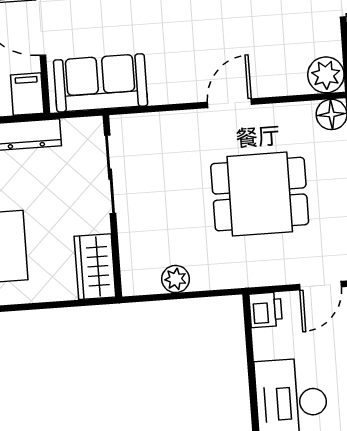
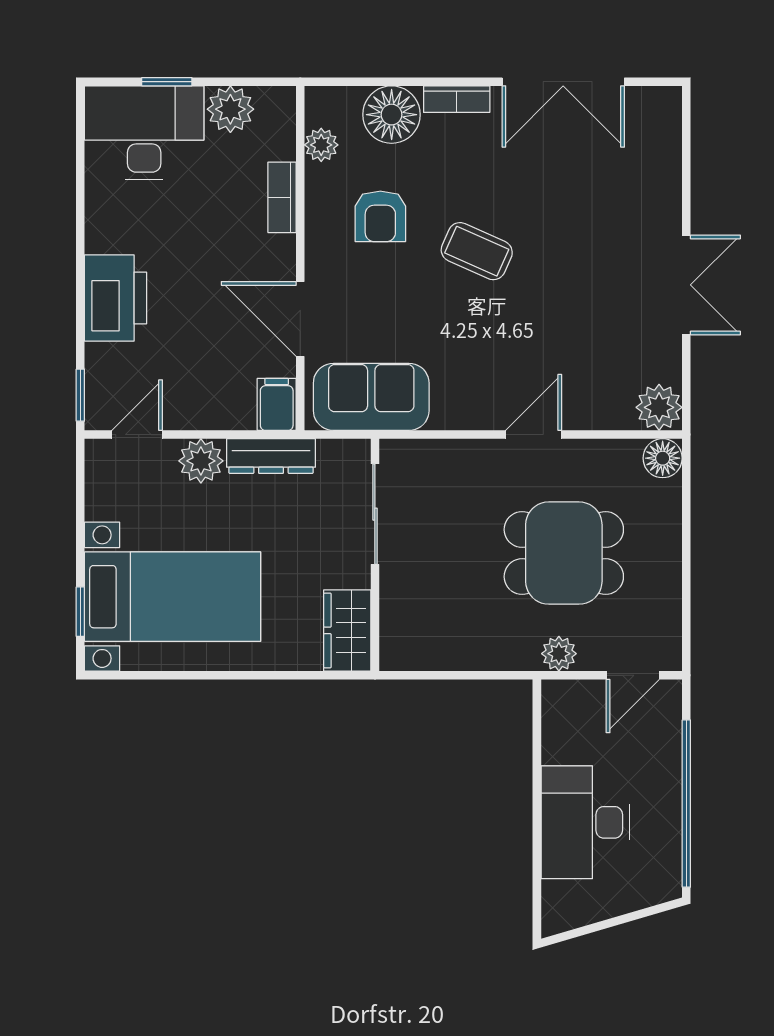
plant: (176, 279) -> (559, 654), moved
printer: (266, 310) -> (561, 701), removed

